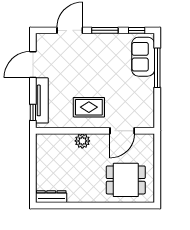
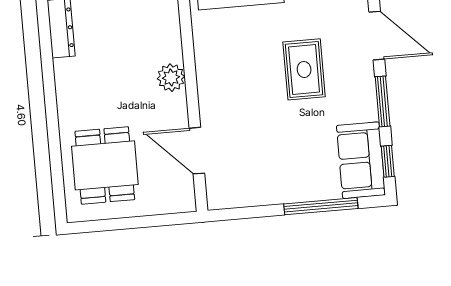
sofa: (143, 57) -> (361, 160), moved, turned -90
rug: (89, 107) -> (304, 69), moved

